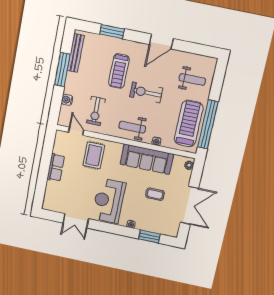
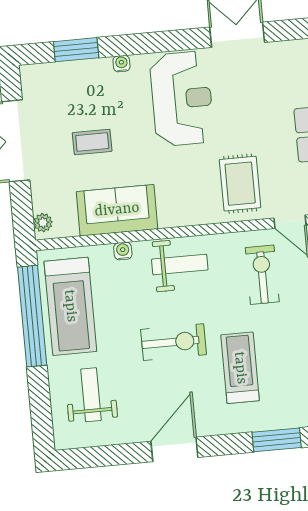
weight bench: (192, 79) -> (91, 395), turned 90
sofa: (147, 159) -> (117, 210), width x0.73

